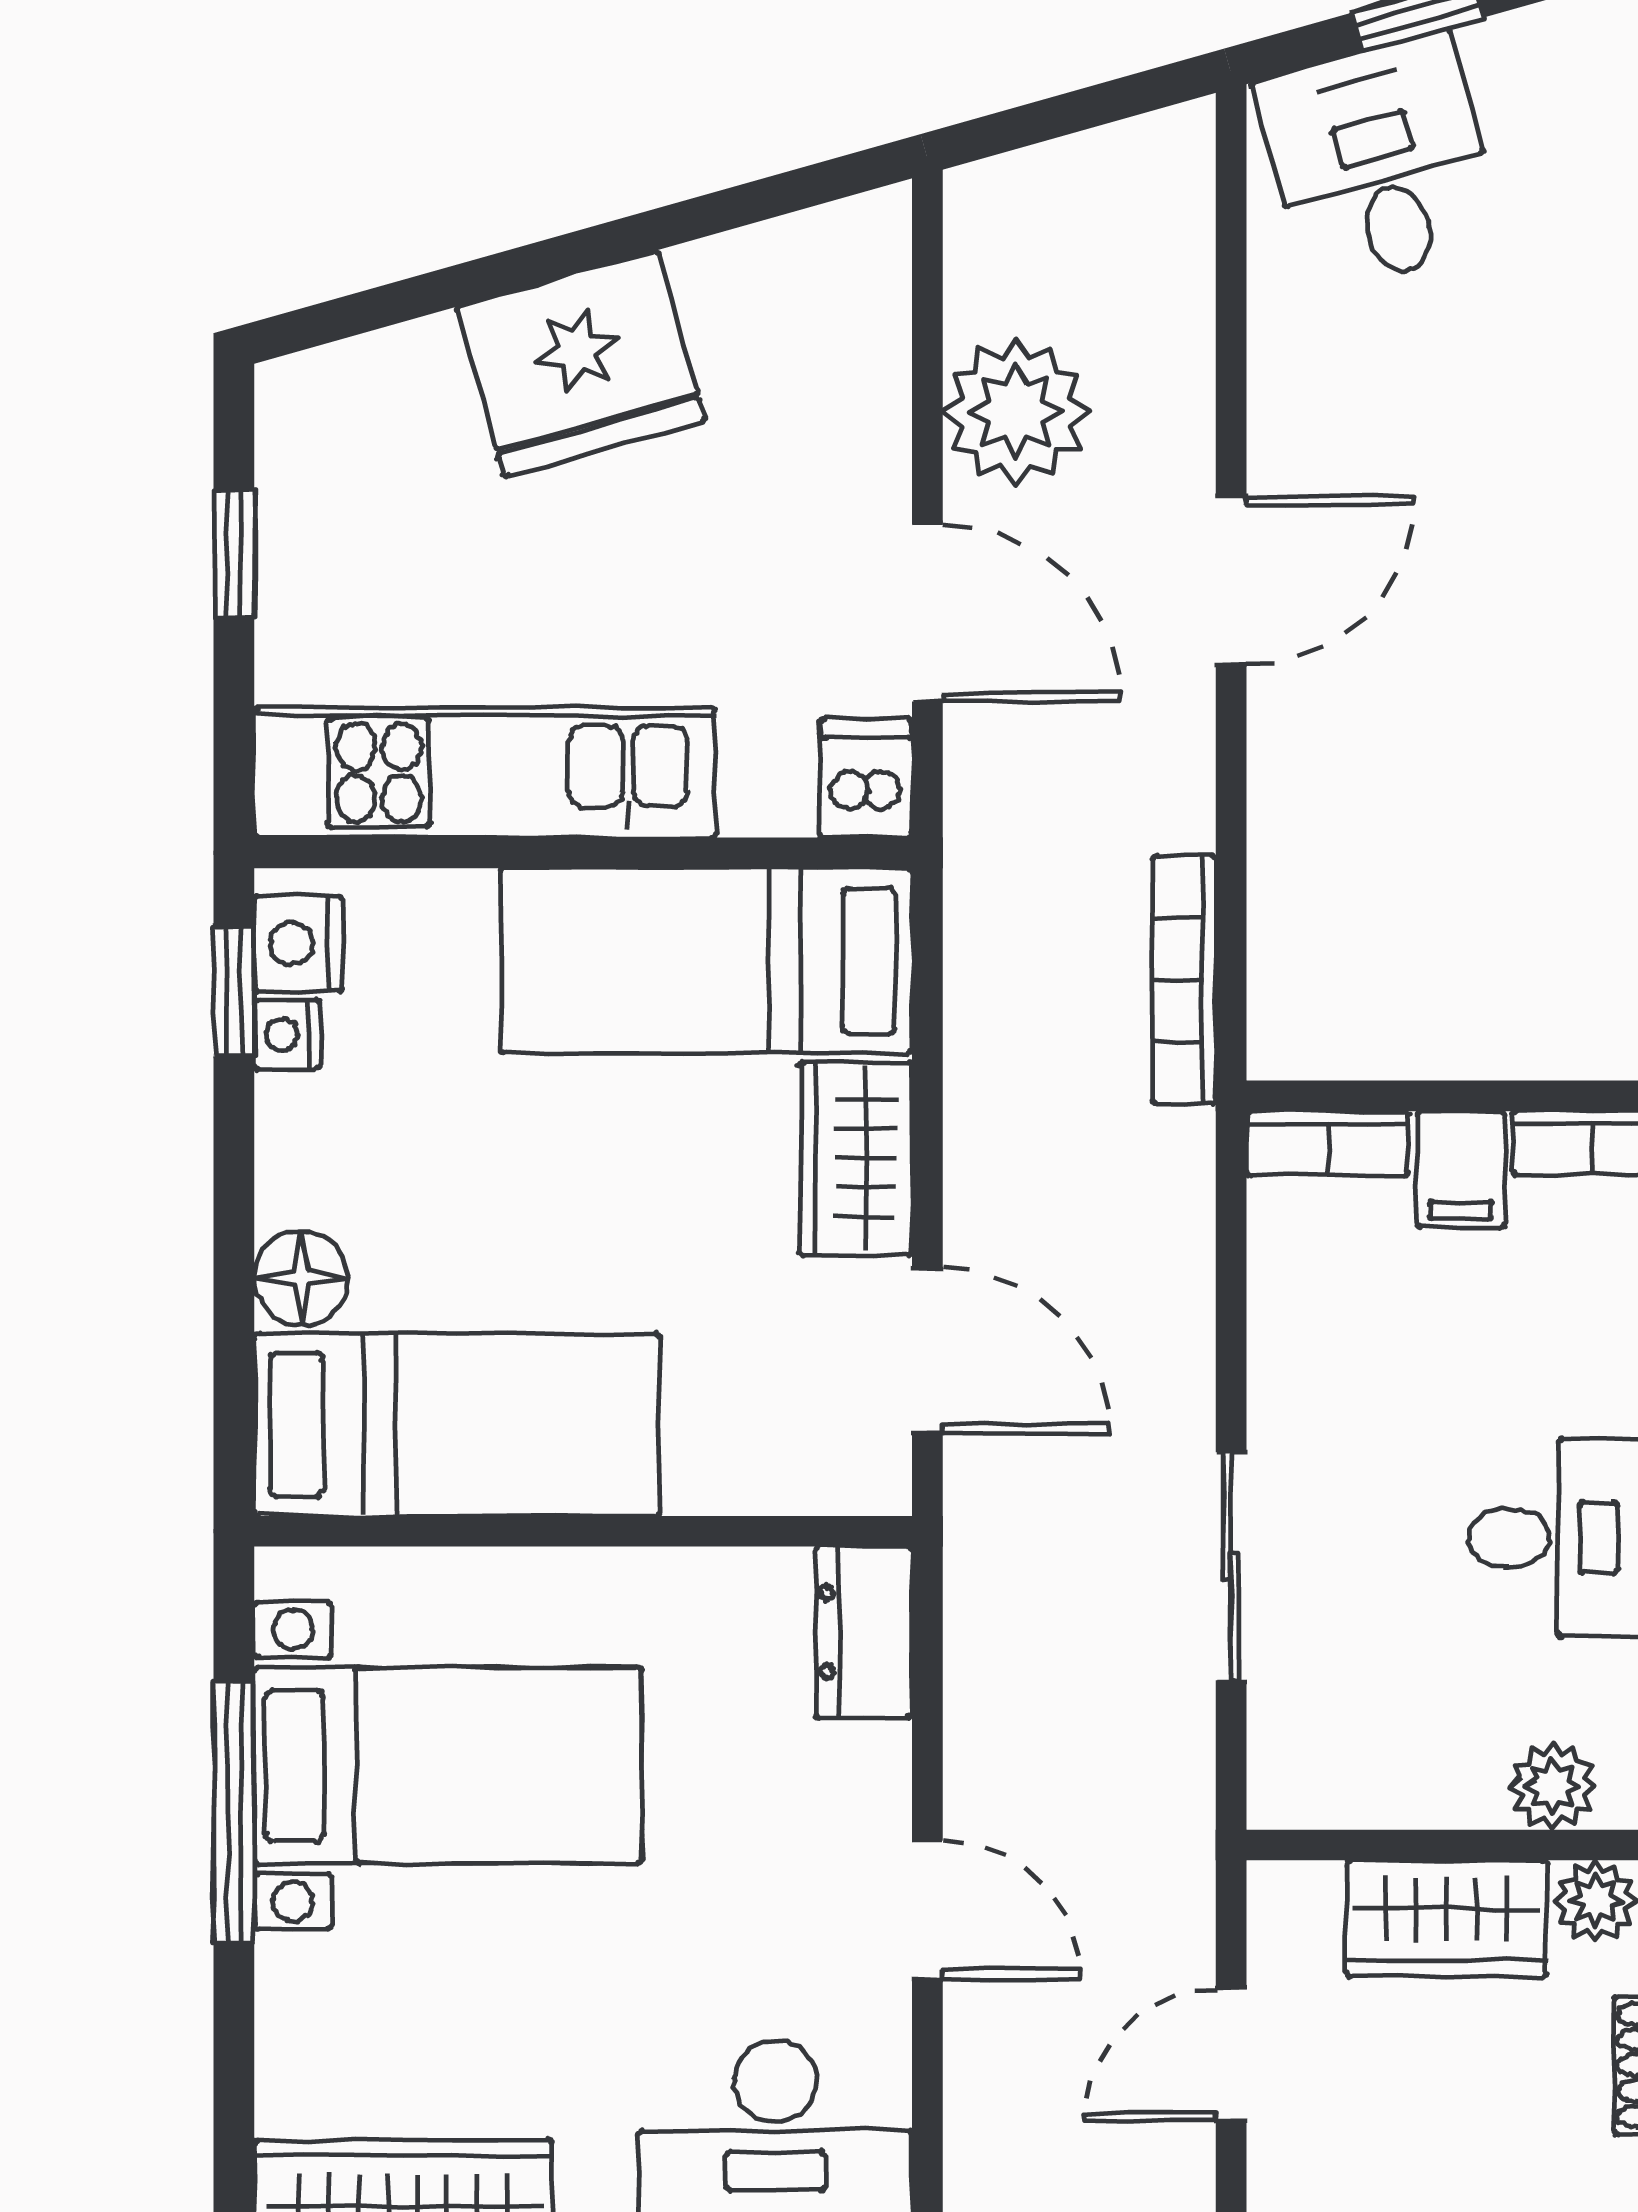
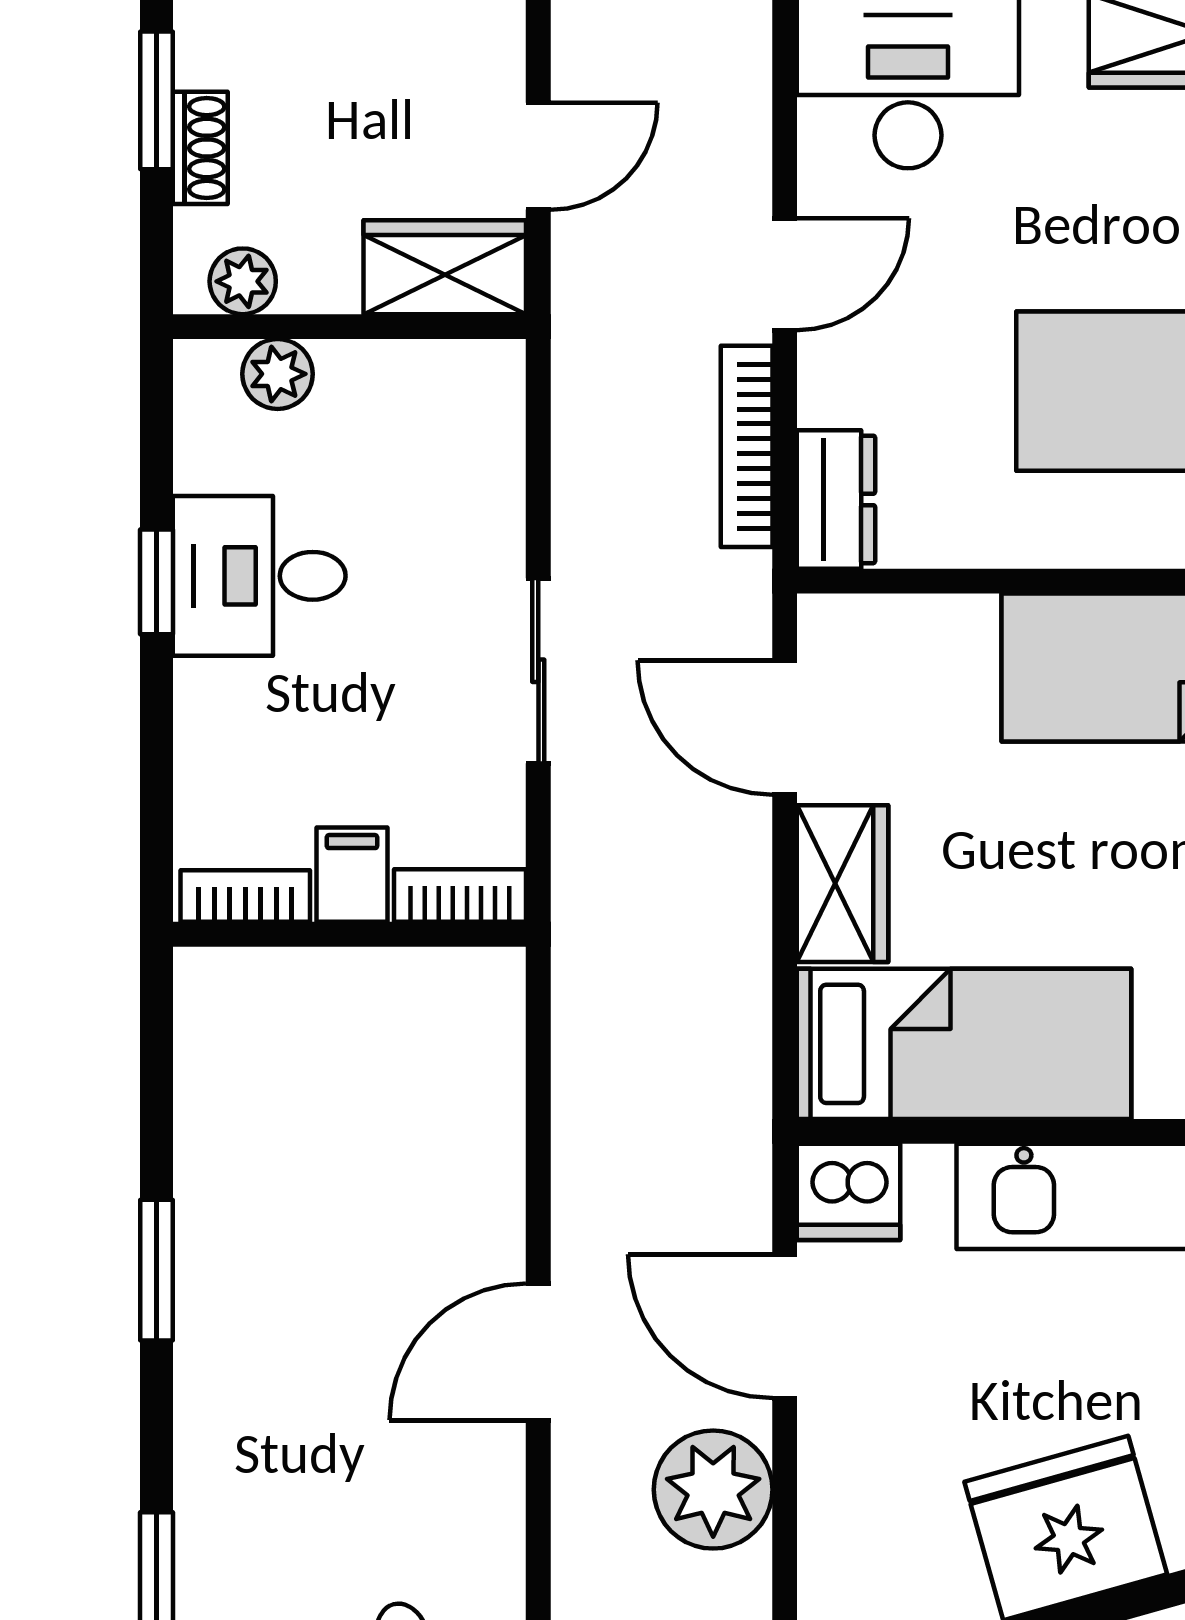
dishwasher: (866, 778) -> (848, 1192), width x1.38
bookcase: (1184, 980) -> (747, 446), moved, turned 180
sliding door: (1231, 1566) -> (538, 671), moved
door: (927, 1910) -> (785, 274), swing flipped
wardrobe: (1447, 1918) -> (445, 267), moved

